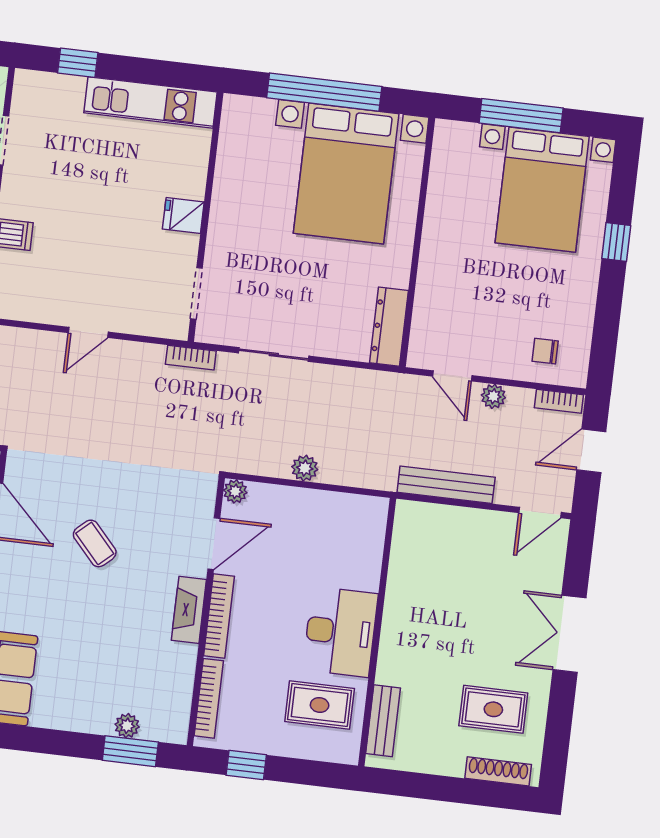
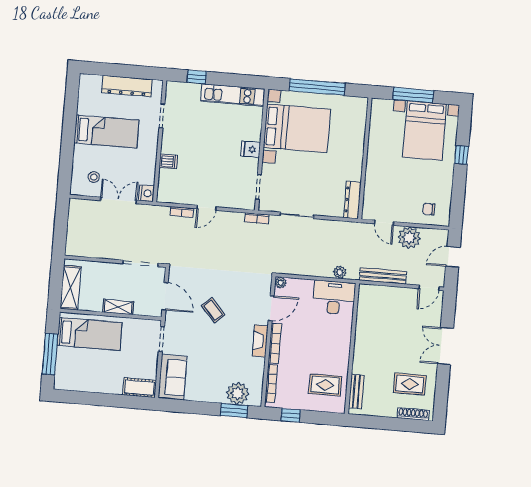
bed with nightstands: (346, 174) -> (297, 128), moved, turned -90
plant: (493, 396) -> (409, 238), width x1.88, depth x1.88
bookcase: (559, 401) -> (182, 212), moved
plant: (305, 468) -> (340, 272), moved
desk: (340, 632) -> (334, 297), moved, turned -90
plant: (127, 726) -> (238, 393), width x1.87, depth x1.87

